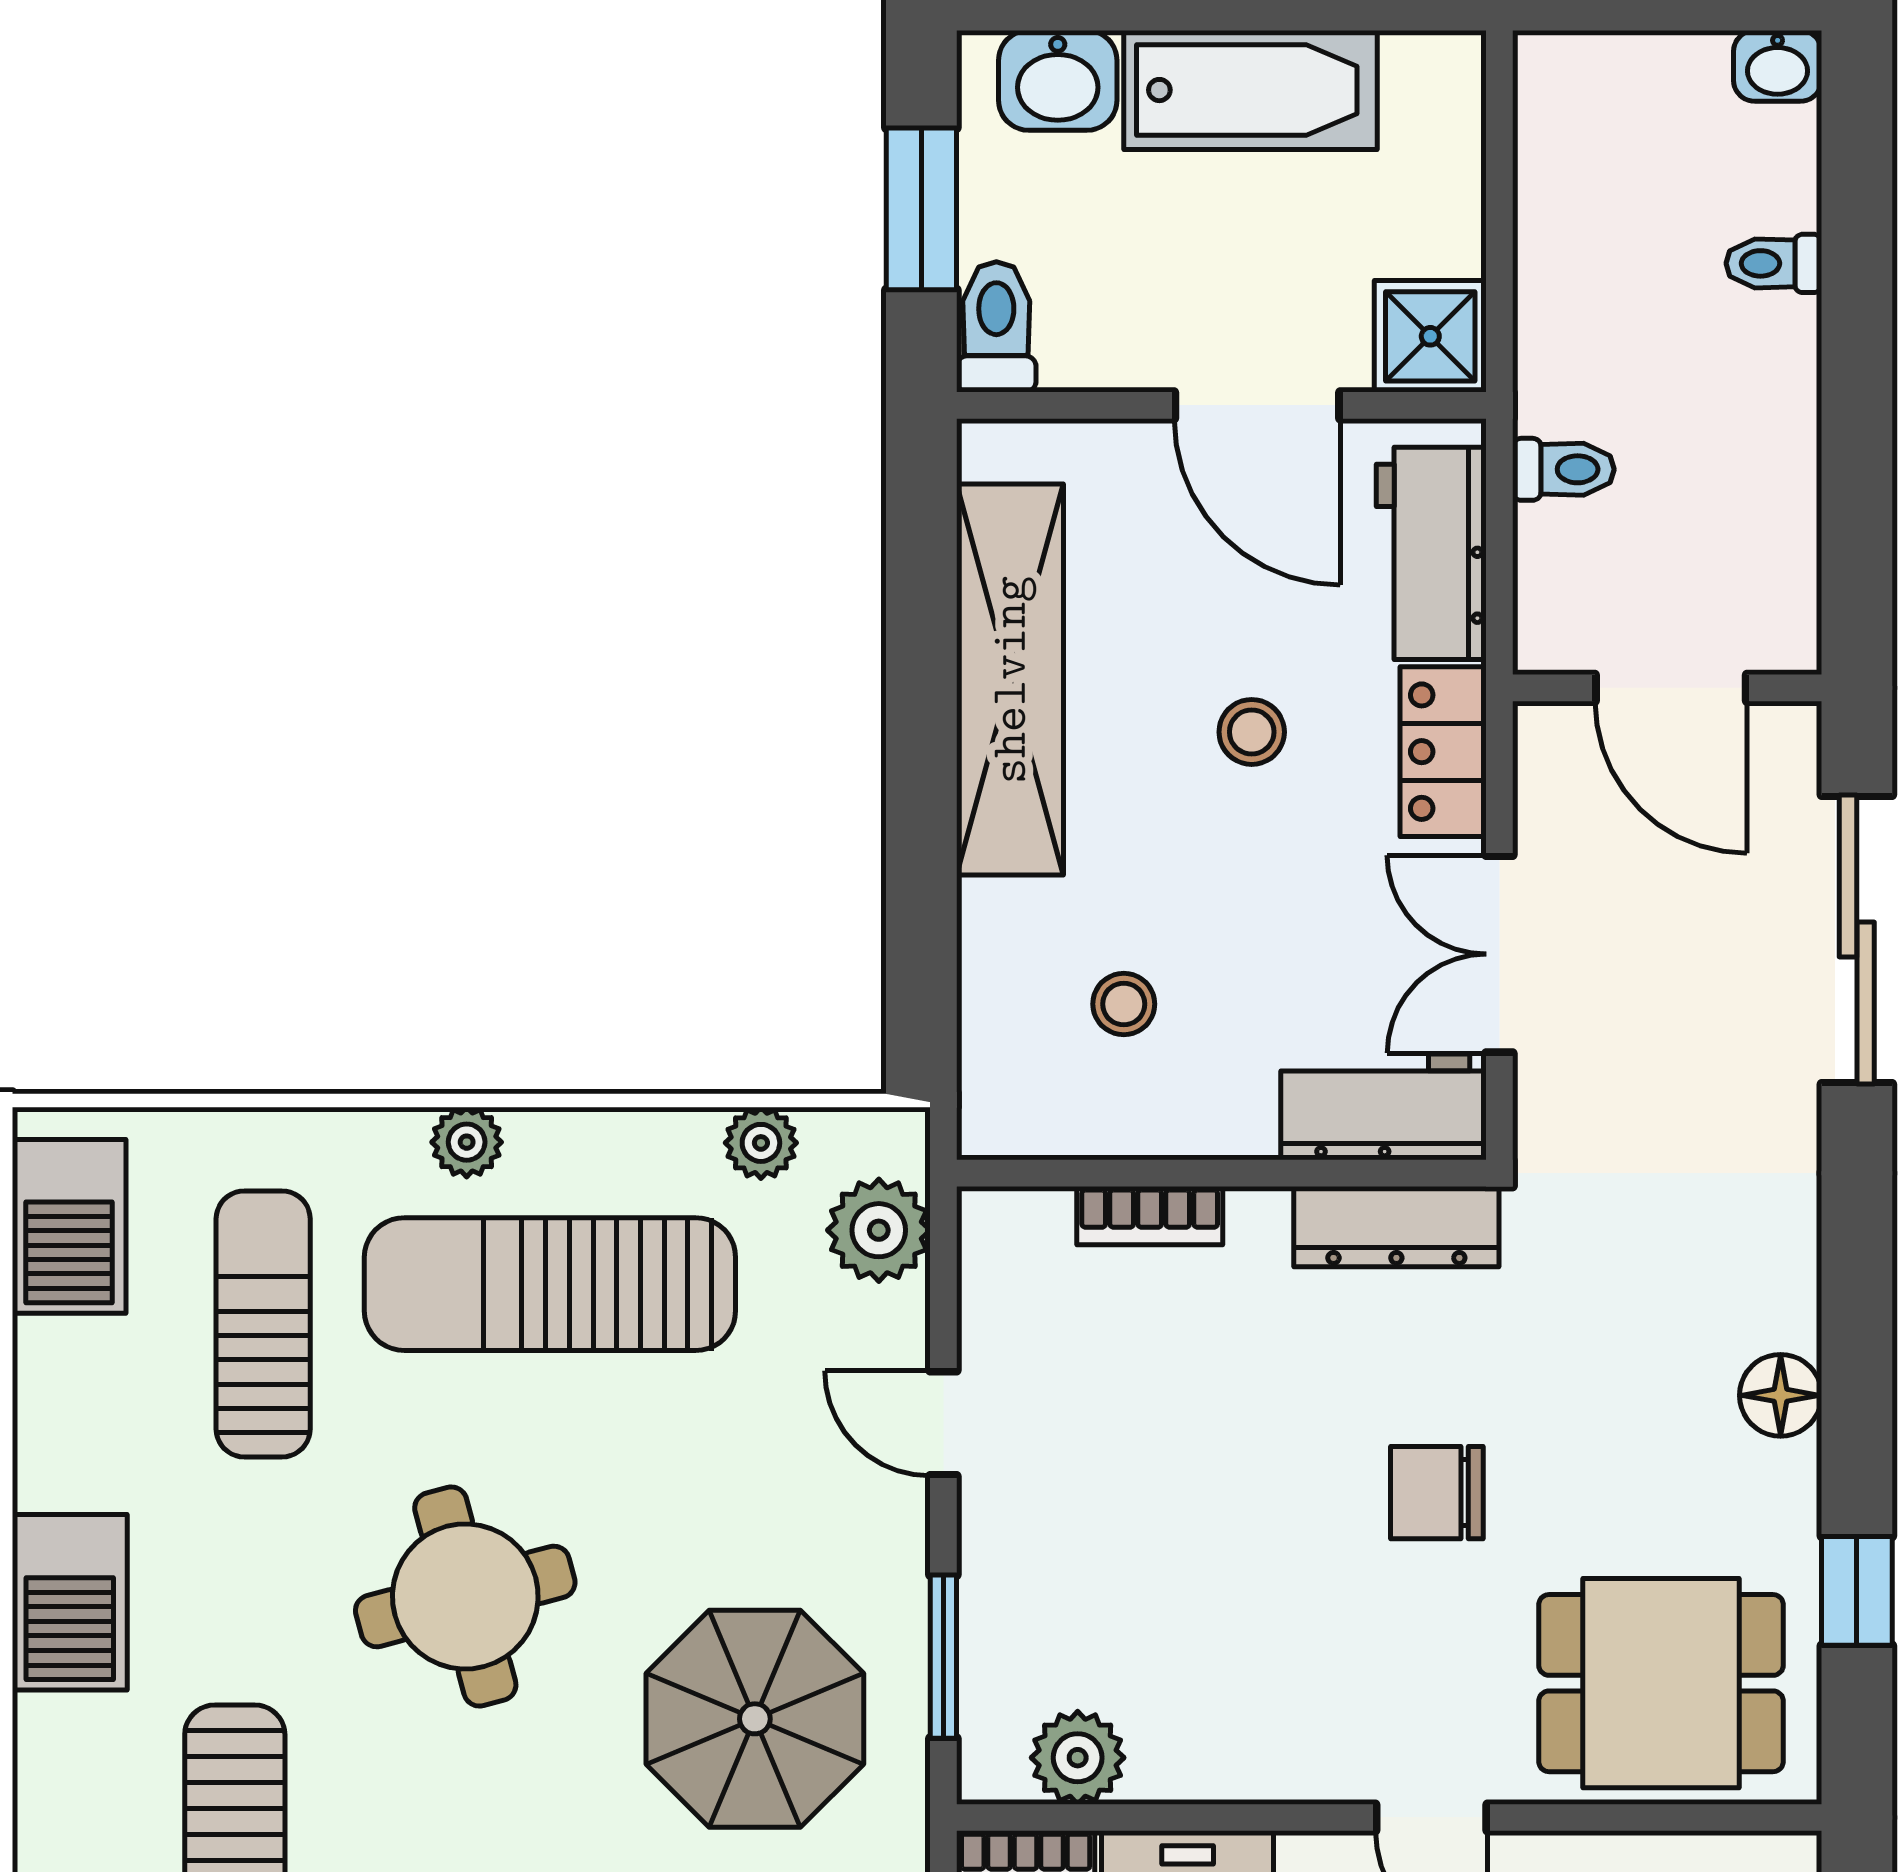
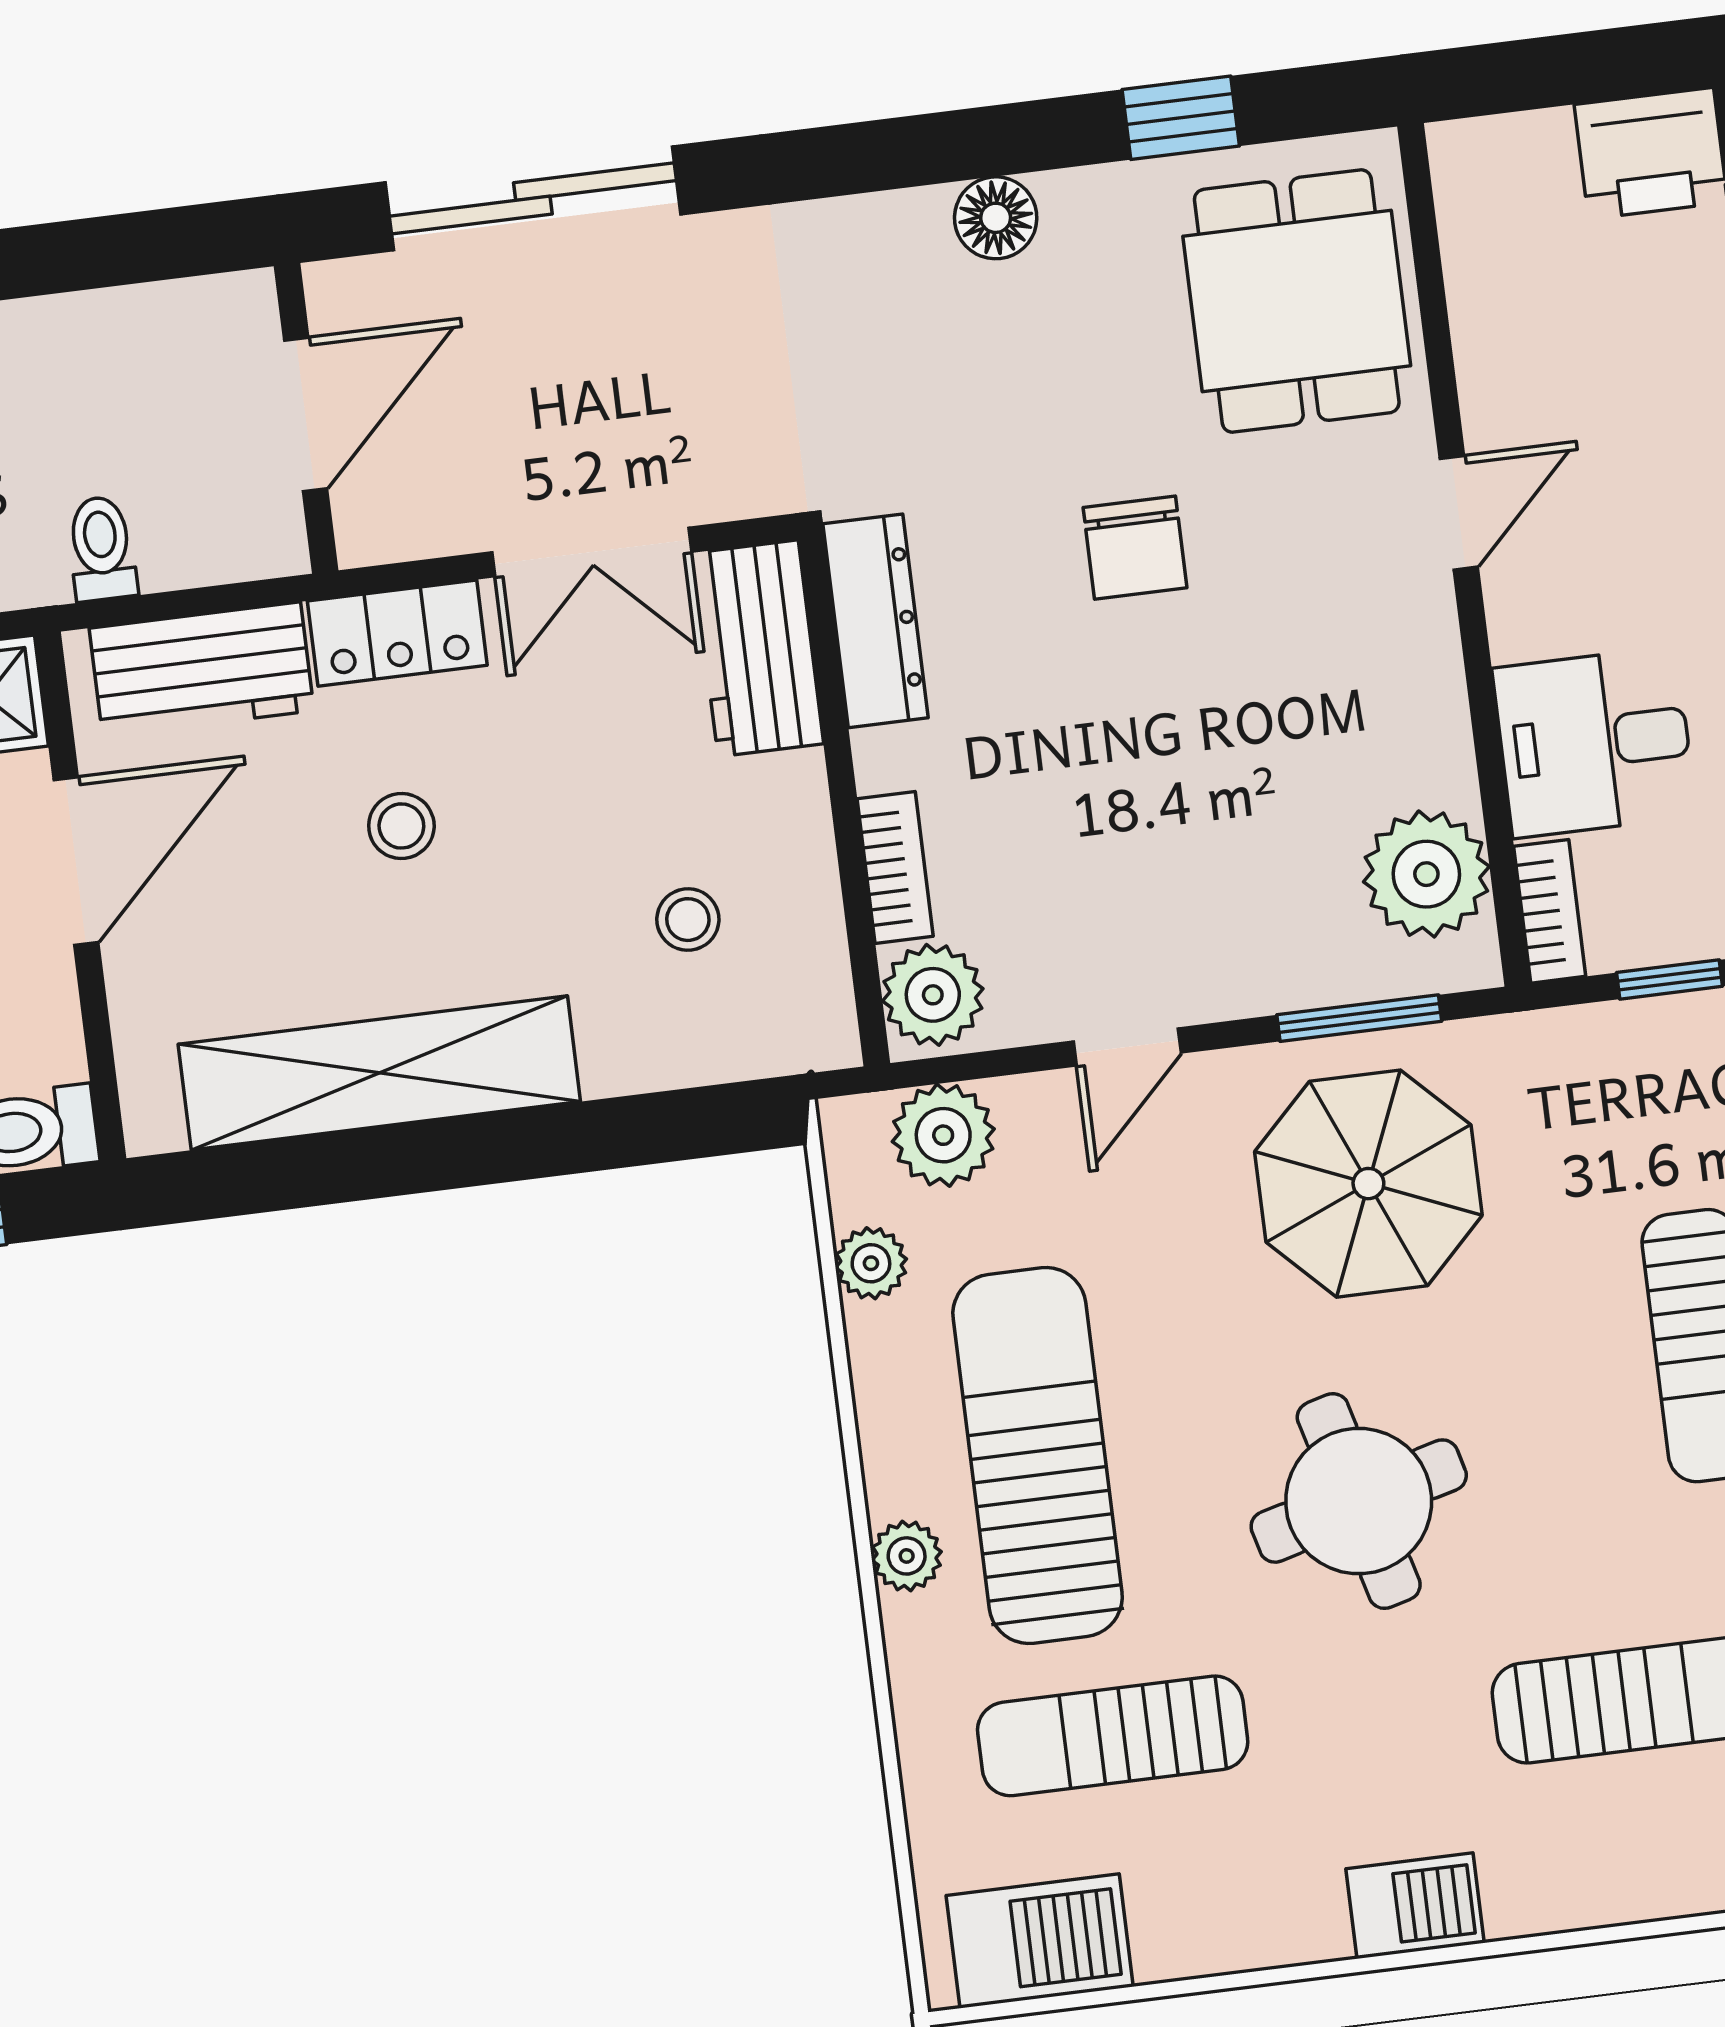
plant: (1019, 1237) -> (933, 995), added
sun lounger: (550, 1284) -> (1038, 1456), turned 180
barbecue: (70, 1602) -> (1415, 1906), width x0.73, depth x0.79
parasol: (755, 1719) -> (1368, 1184), moved
plant: (1078, 1758) -> (1426, 874), width x1.36, depth x1.36

